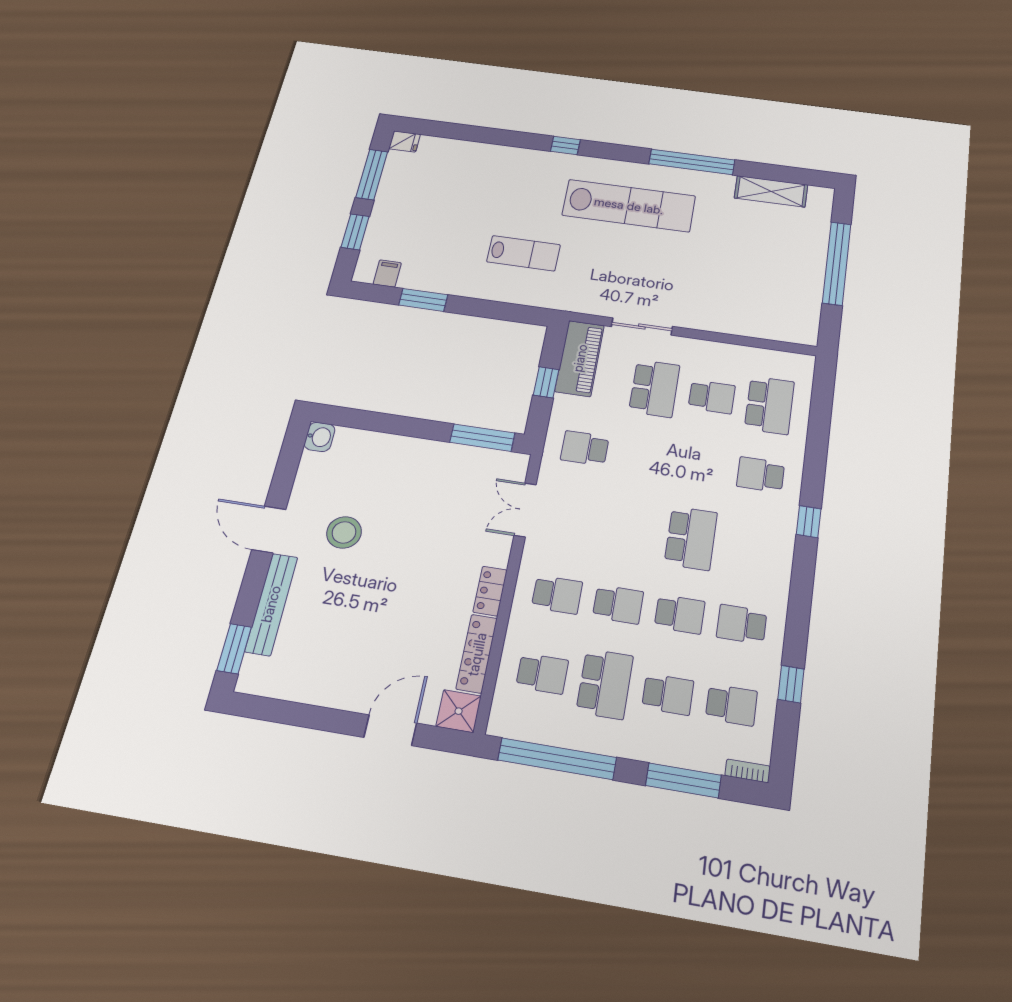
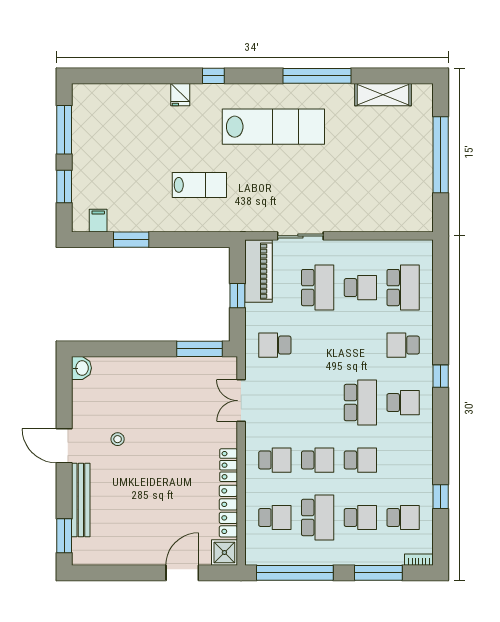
fridge: (405, 141) -> (180, 95), moved, turned 90
stool: (344, 532) -> (118, 439), width x0.53, depth x0.53
school desk: (742, 624) -> (403, 403), moved, turned 180

